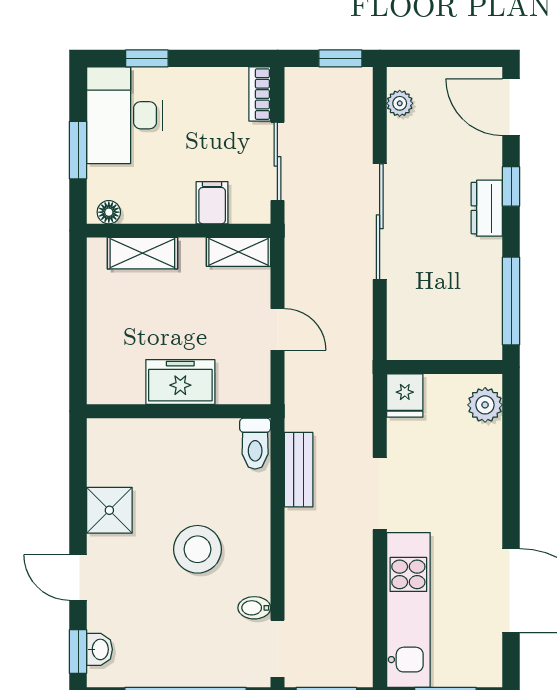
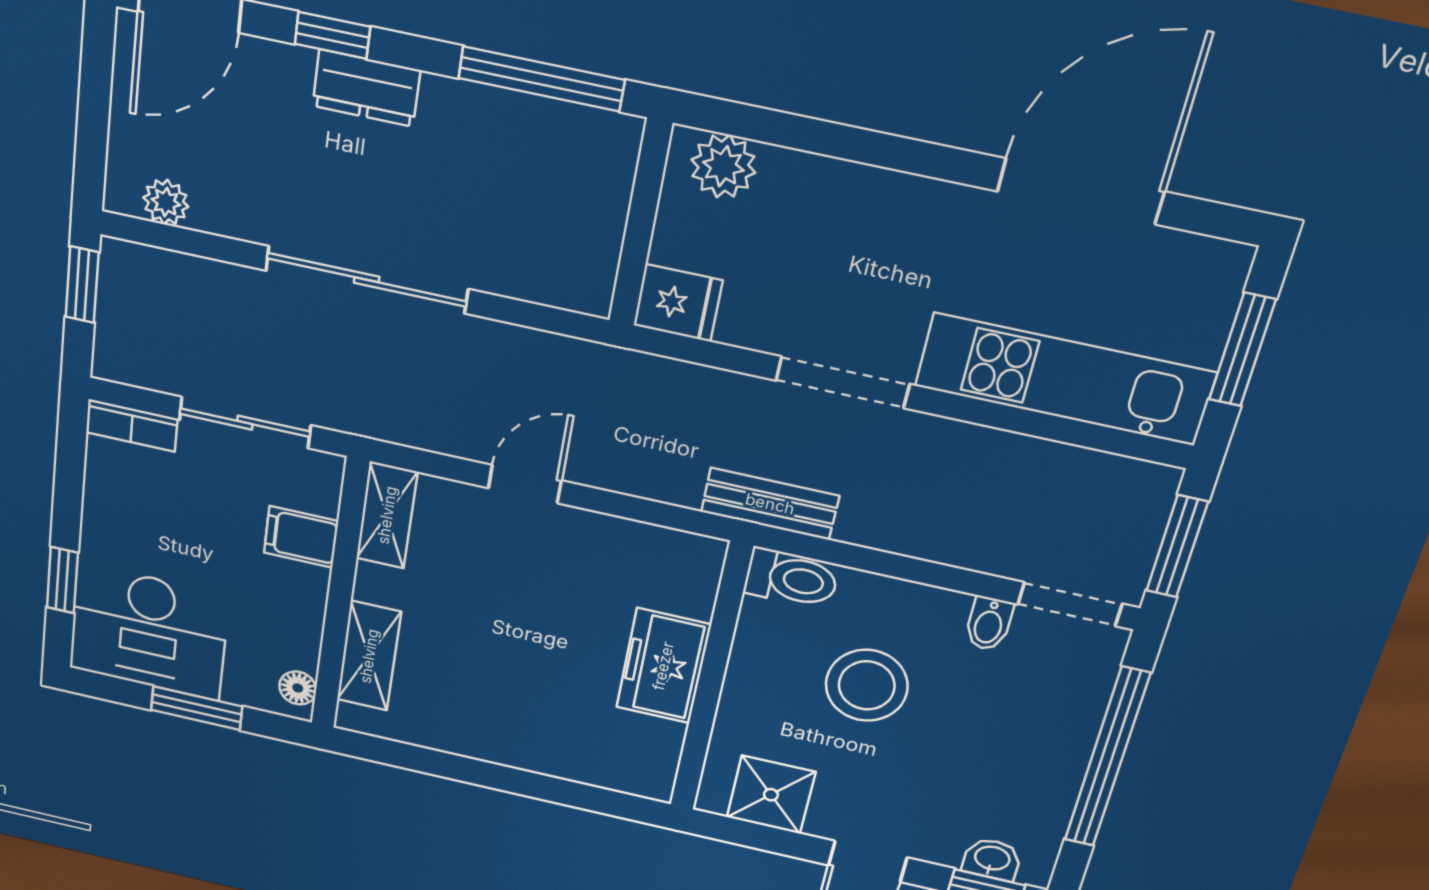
freezer: (180, 382) -> (663, 666), moved
wall: (179, 411) -> (711, 679), moved
toilet: (255, 444) -> (791, 579), moved

